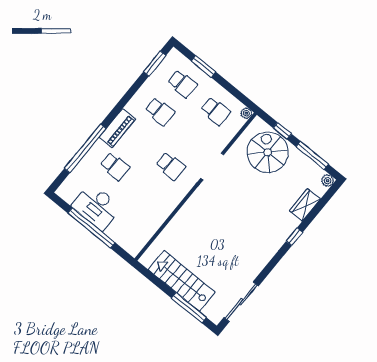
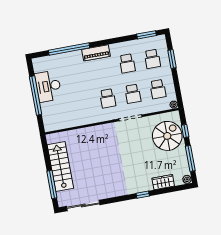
school desk: (115, 166) -> (133, 94), moved

